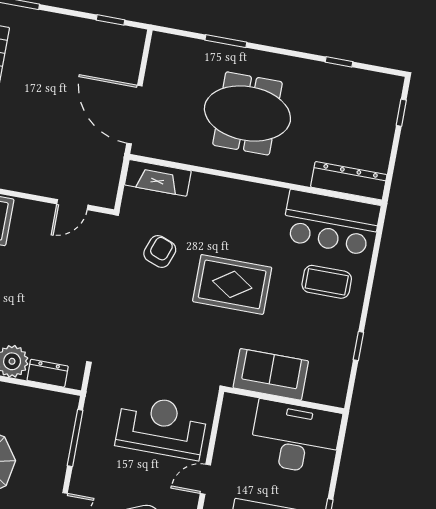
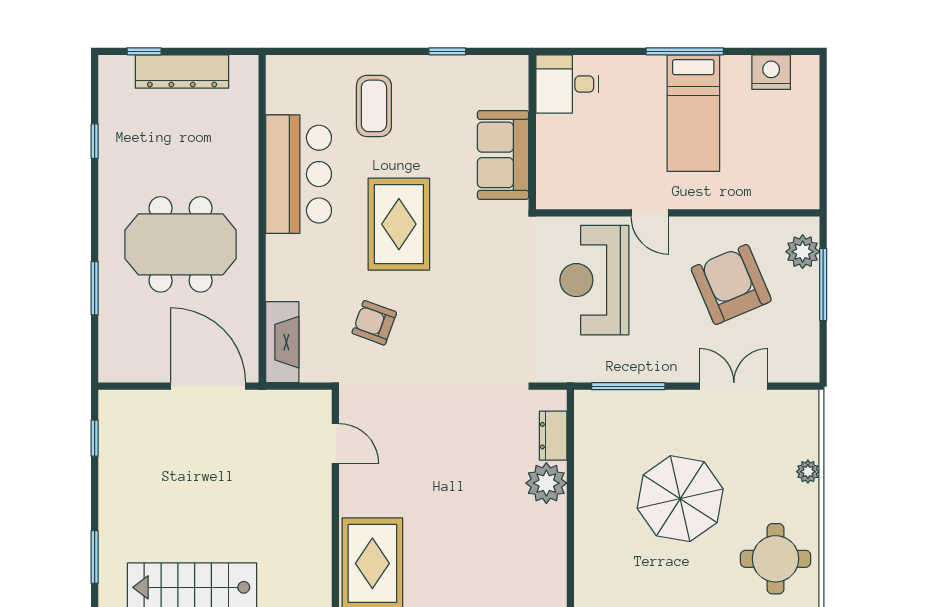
meeting table: (247, 113) -> (181, 244), turned 90
door: (134, 115) -> (208, 386), swing flipped
dresser: (349, 181) -> (182, 71), moved, turned -90
bar counter: (331, 223) -> (299, 174), moved
desk: (295, 437) -> (567, 84), width x0.53, depth x0.77

